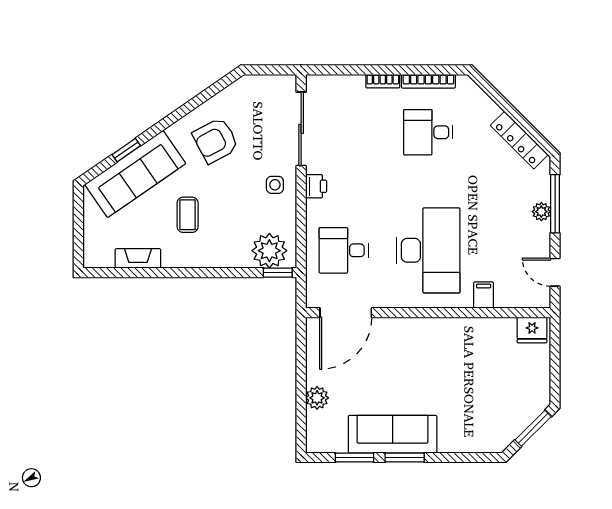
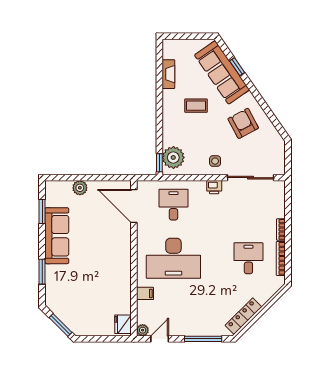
plant: (541, 212) -> (143, 330), moved
window: (405, 457) -> (42, 272), moved

